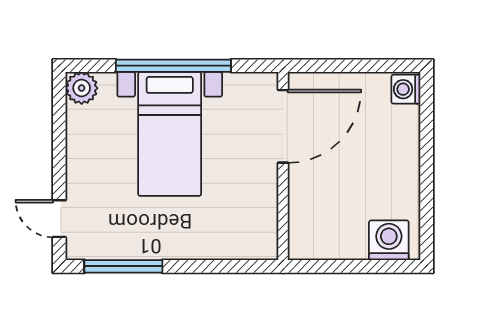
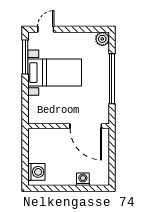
washing machine: (406, 89) -> (83, 179), moved
bed with nightstands: (170, 134) -> (55, 73), moved, turned 180

